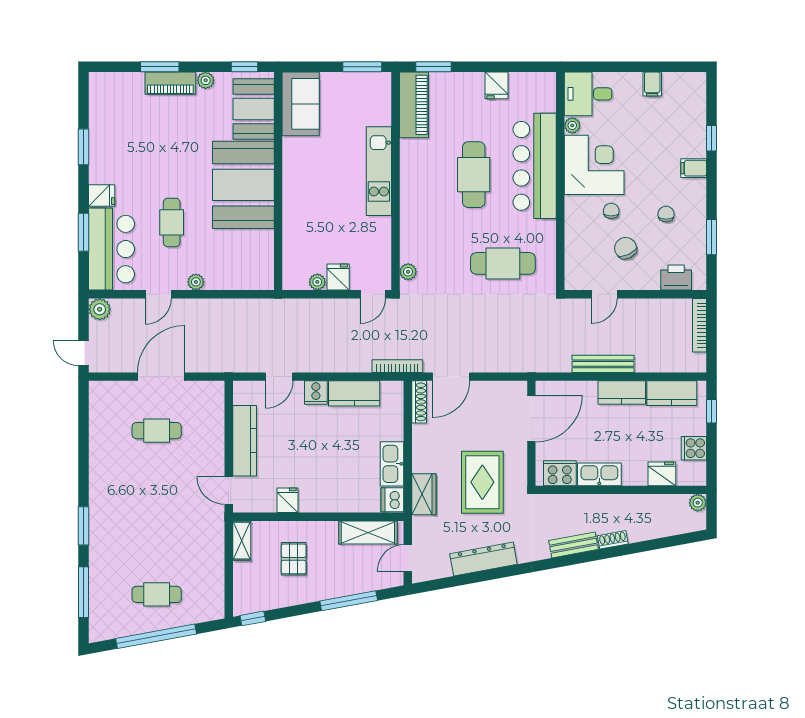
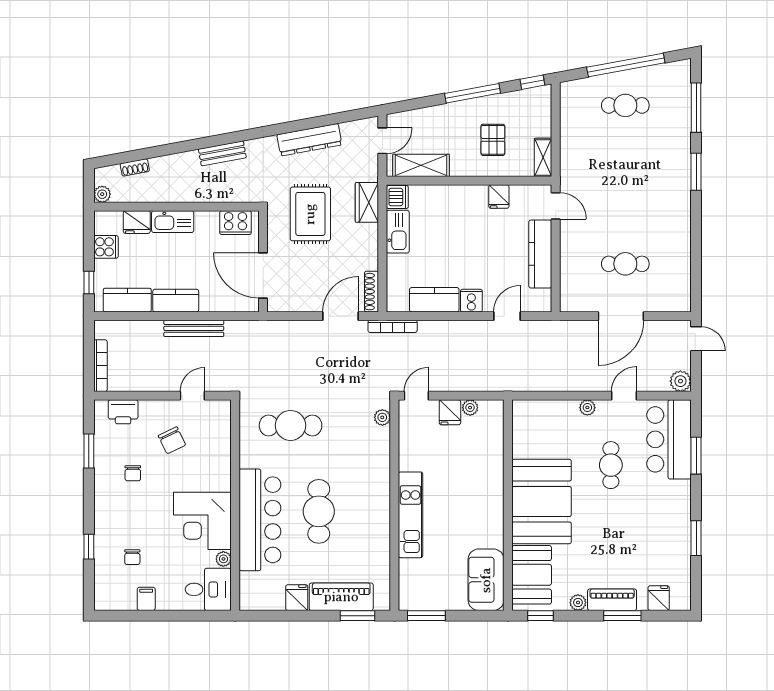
piano: (414, 105) -> (341, 597), moved, turned 90
filing cabinet: (694, 168) -> (106, 518), removed
fridge: (102, 195) -> (659, 598), moved, turned 90
chair: (611, 211) -> (132, 557), moved
door: (531, 419) -> (263, 276), hinge flipped
kitchen sink: (599, 474) -> (173, 222), moved
shoe rack: (613, 540) -> (135, 167), moved
window: (349, 601) -> (473, 93), moved

